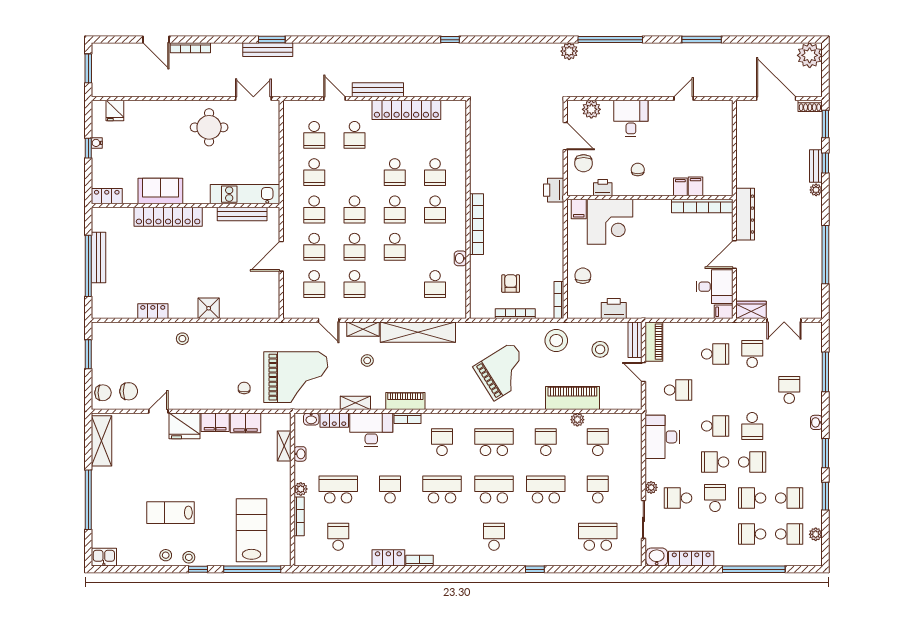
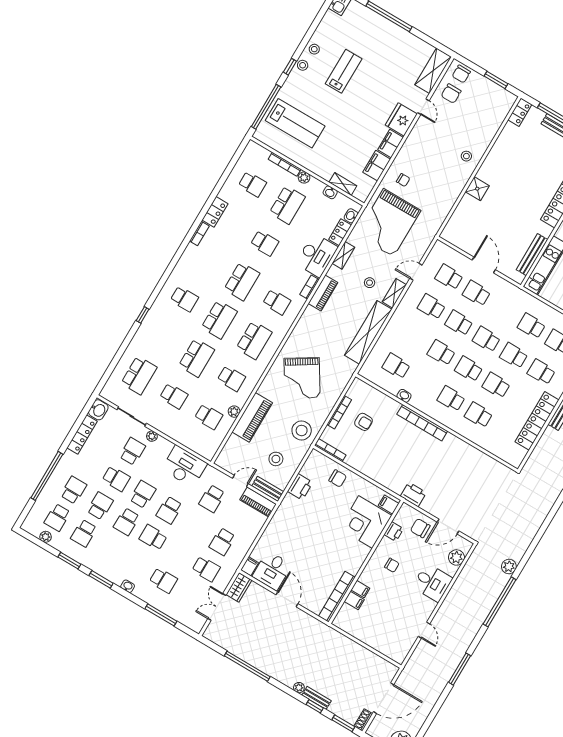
school desk: (314, 209) -> (514, 356), moved
dresser: (745, 214) -> (312, 625), removed
locker: (153, 311) -> (520, 112), moved
shelving: (101, 441) -> (433, 71), moved, turned 90

